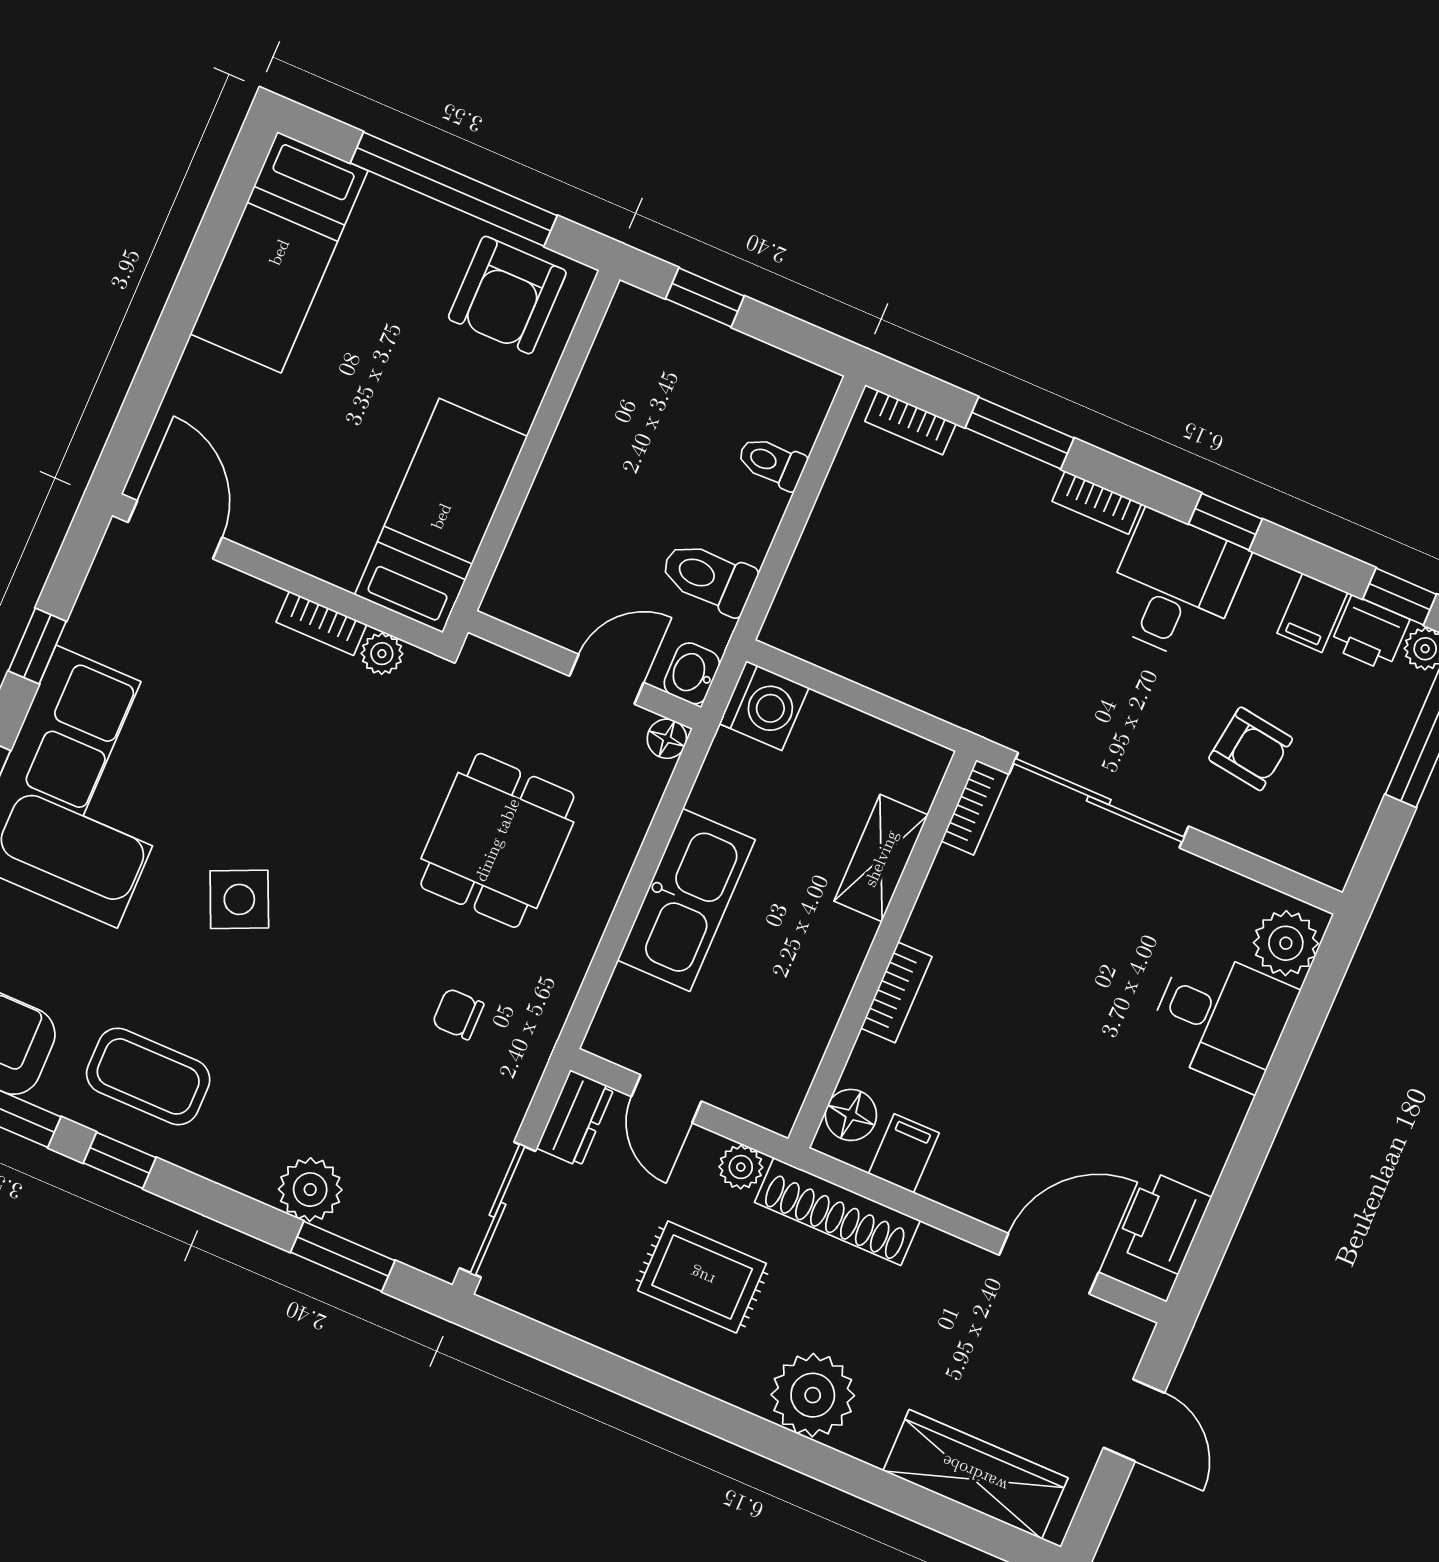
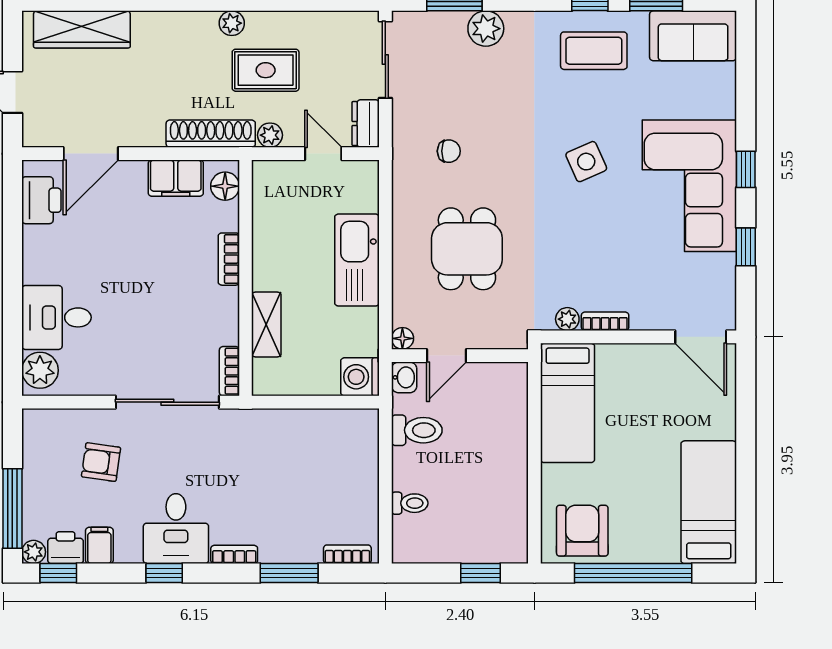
filing cabinet: (904, 1153) -> (176, 178), width x2.00
plant: (813, 1395) -> (232, 23), moved, width x0.53, depth x0.53

